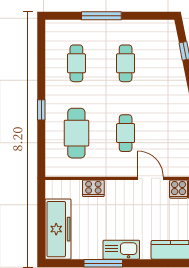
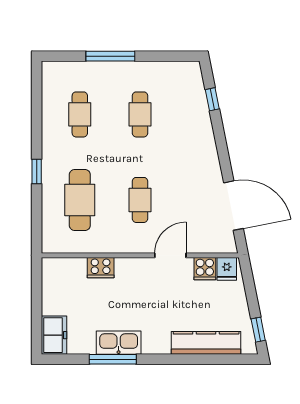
door: (150, 178) -> (170, 255), hinge flipped
freezer: (58, 229) -> (54, 335), width x0.52, depth x0.79
kitchen sink: (121, 250) -> (119, 343), moved

